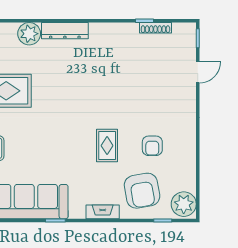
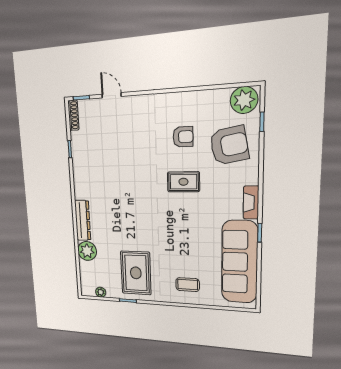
shoe rack: (155, 28) -> (73, 115), moved
fireplace: (103, 212) -> (251, 202), moved

